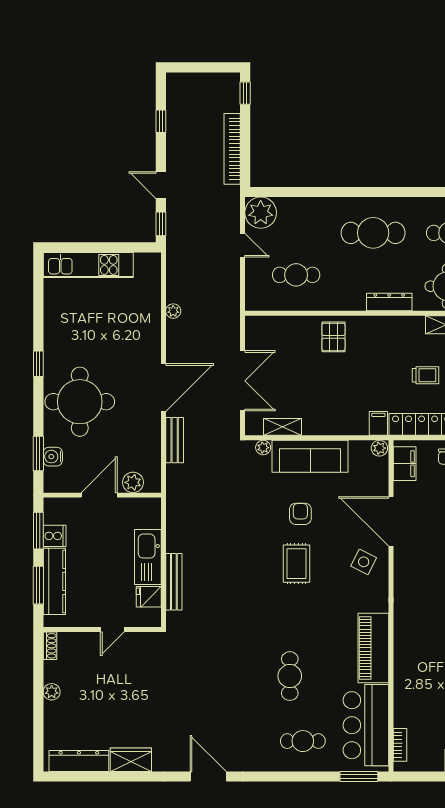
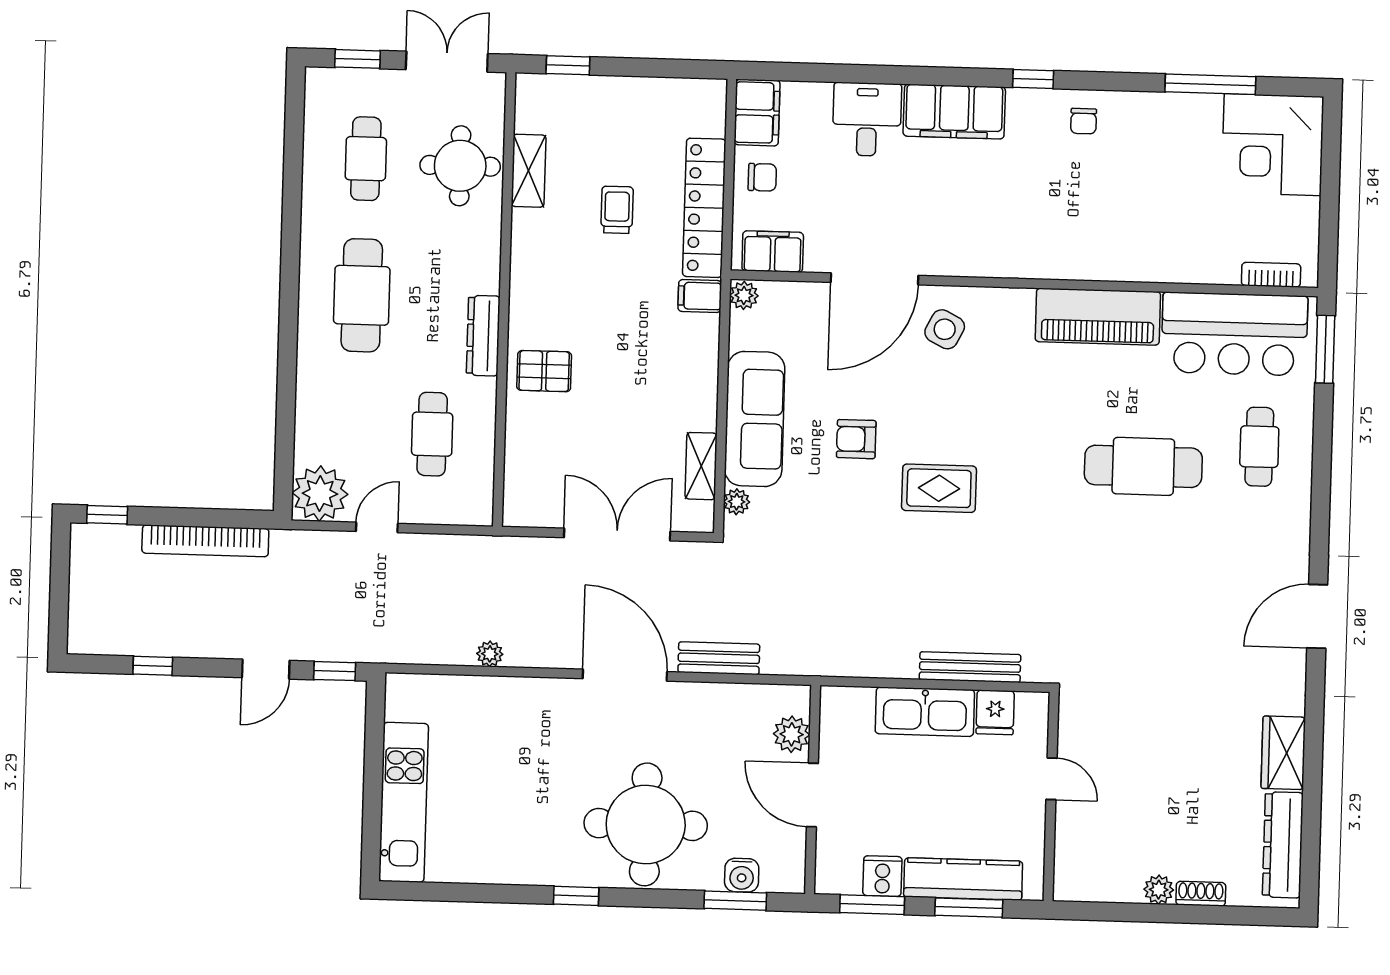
dresser: (389, 302) -> (483, 336), moved
rug: (296, 564) -> (939, 488), moved
shoe rack: (50, 646) -> (1201, 894), moved
cafe table: (290, 676) -> (1143, 466), width x1.37, depth x1.35

